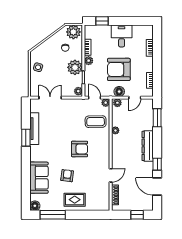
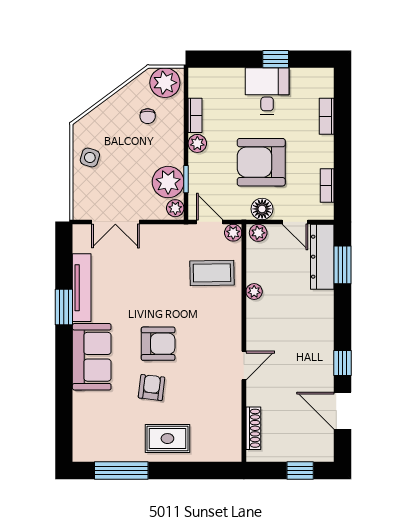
window: (102, 21) -> (276, 59), moved
plant: (75, 67) -> (168, 182), moved
double door: (50, 98) -> (115, 222), swing flipped
door: (135, 98) -> (295, 222), hinge flipped
dresser: (148, 146) -> (322, 257), moved
armchair: (80, 149) -> (158, 344), moved
door: (111, 175) -> (244, 366), moved
sofa: (39, 178) -> (92, 357), moved
floor lamp: (35, 206) -> (83, 451), removed

